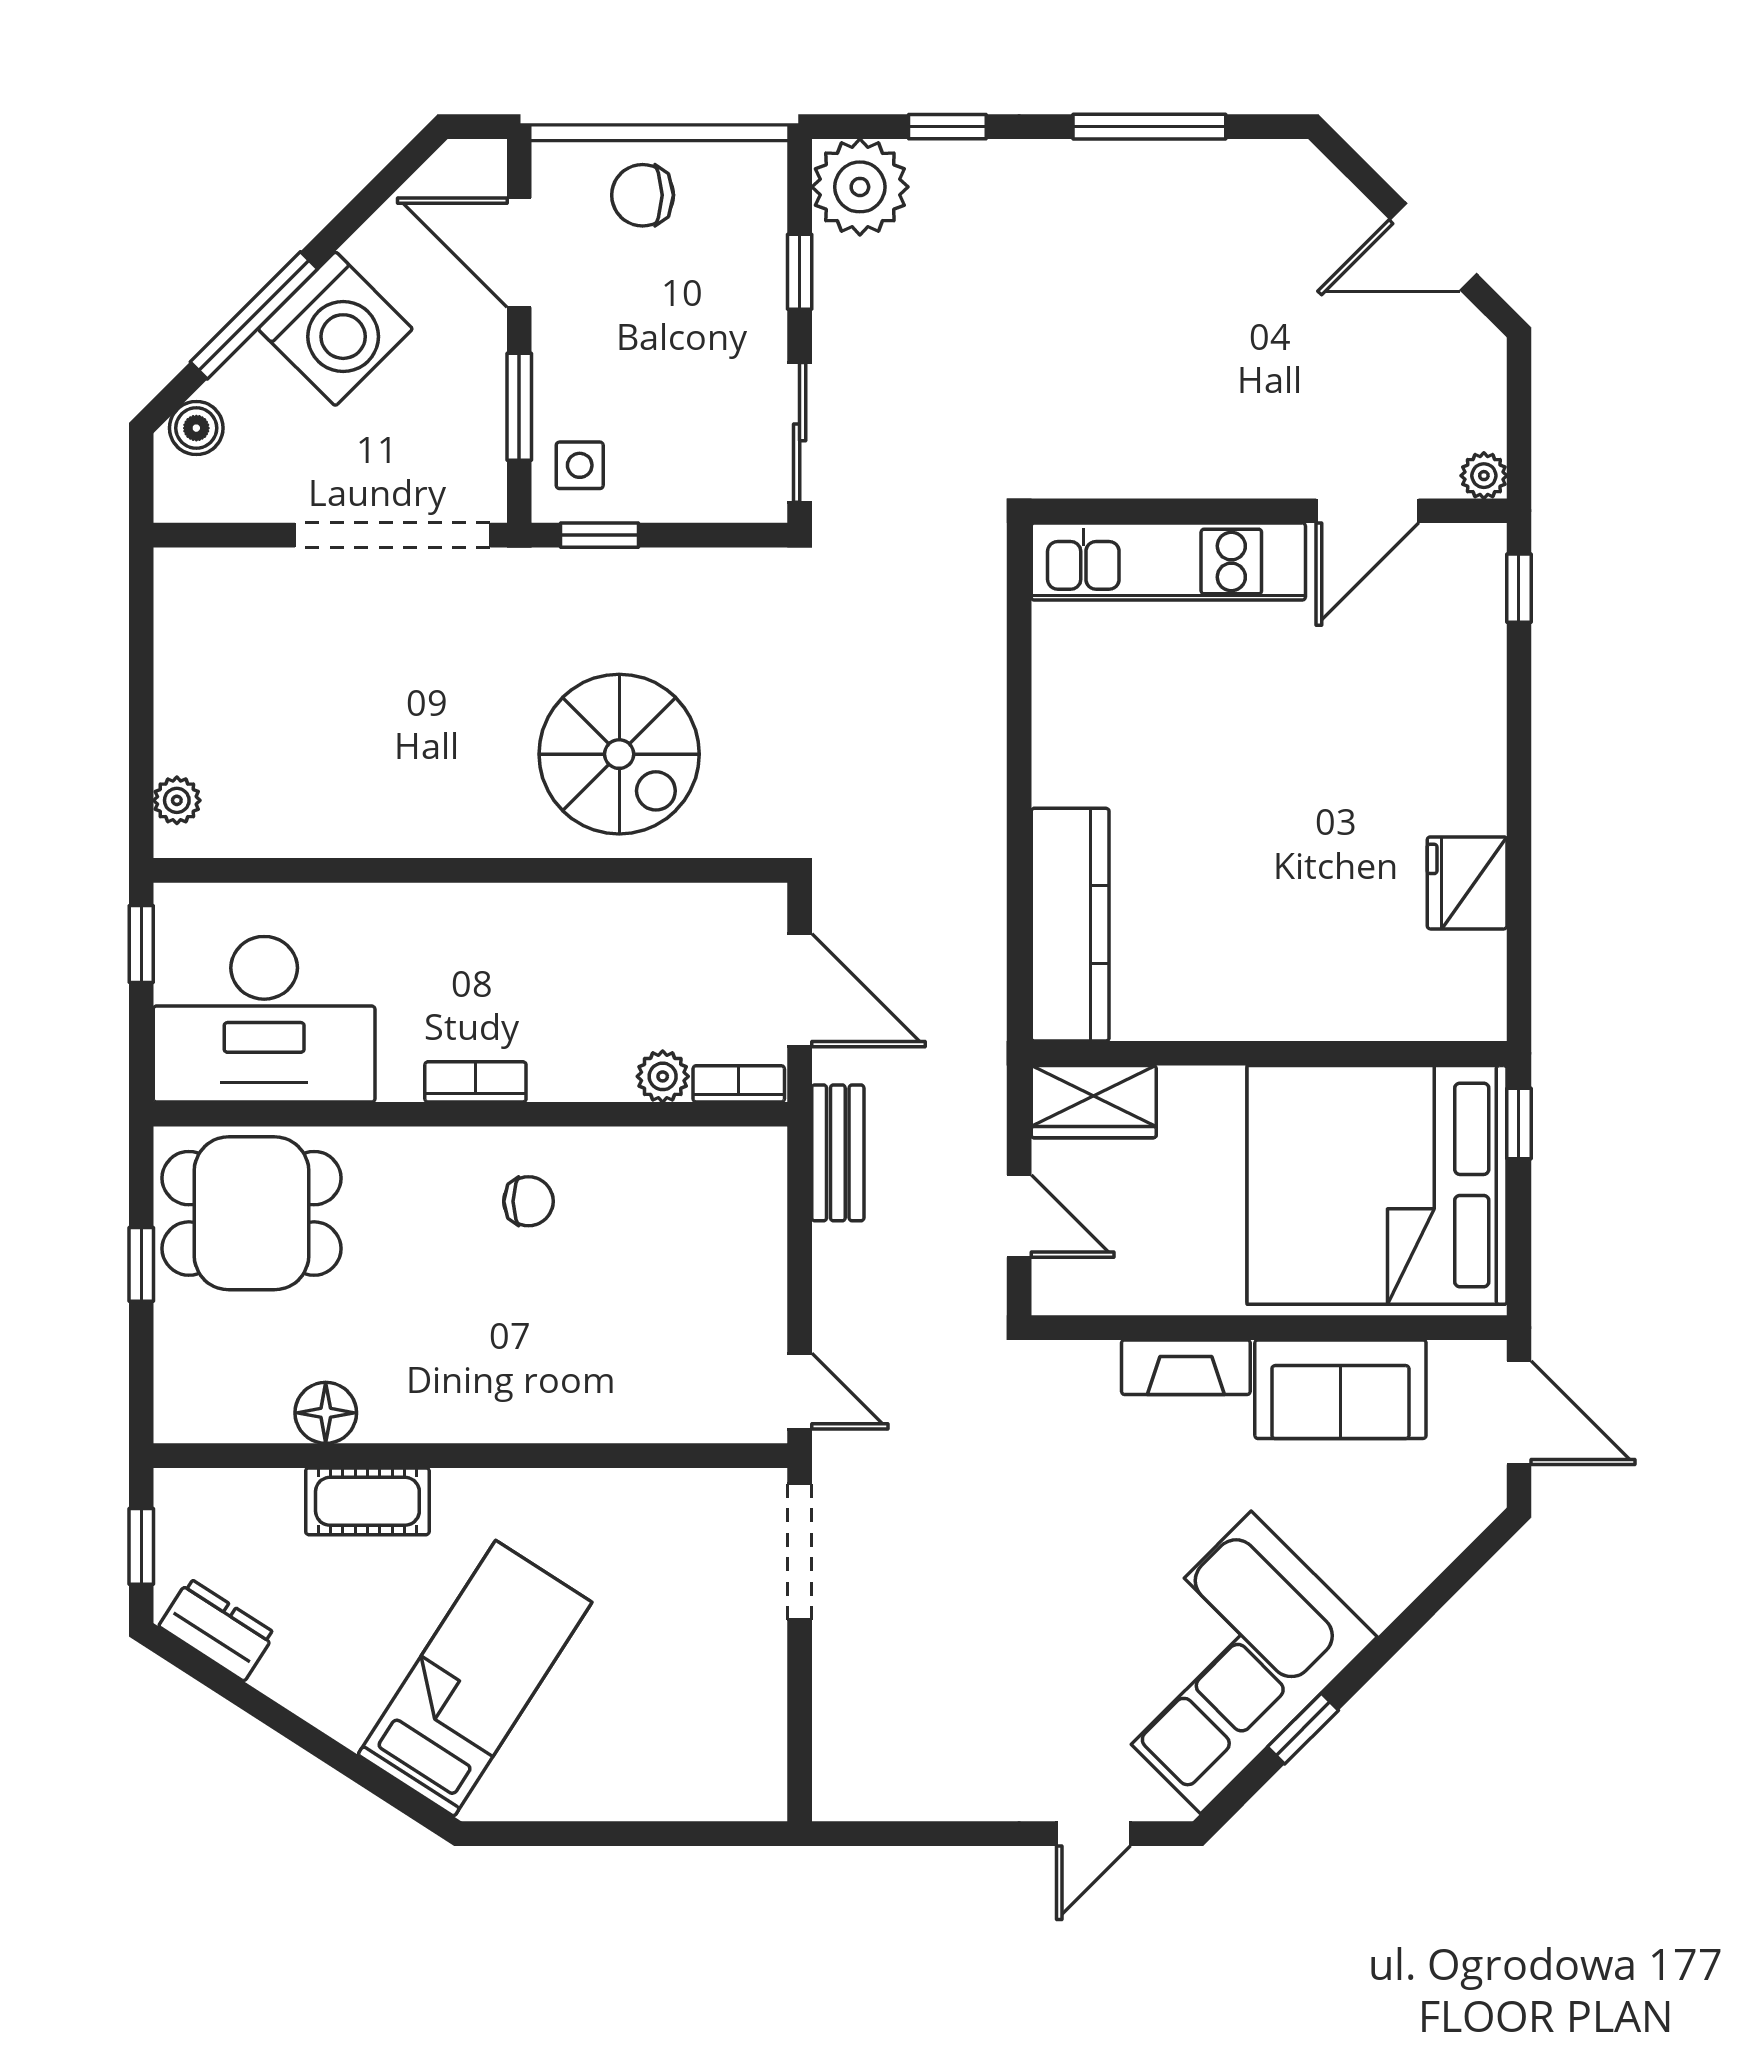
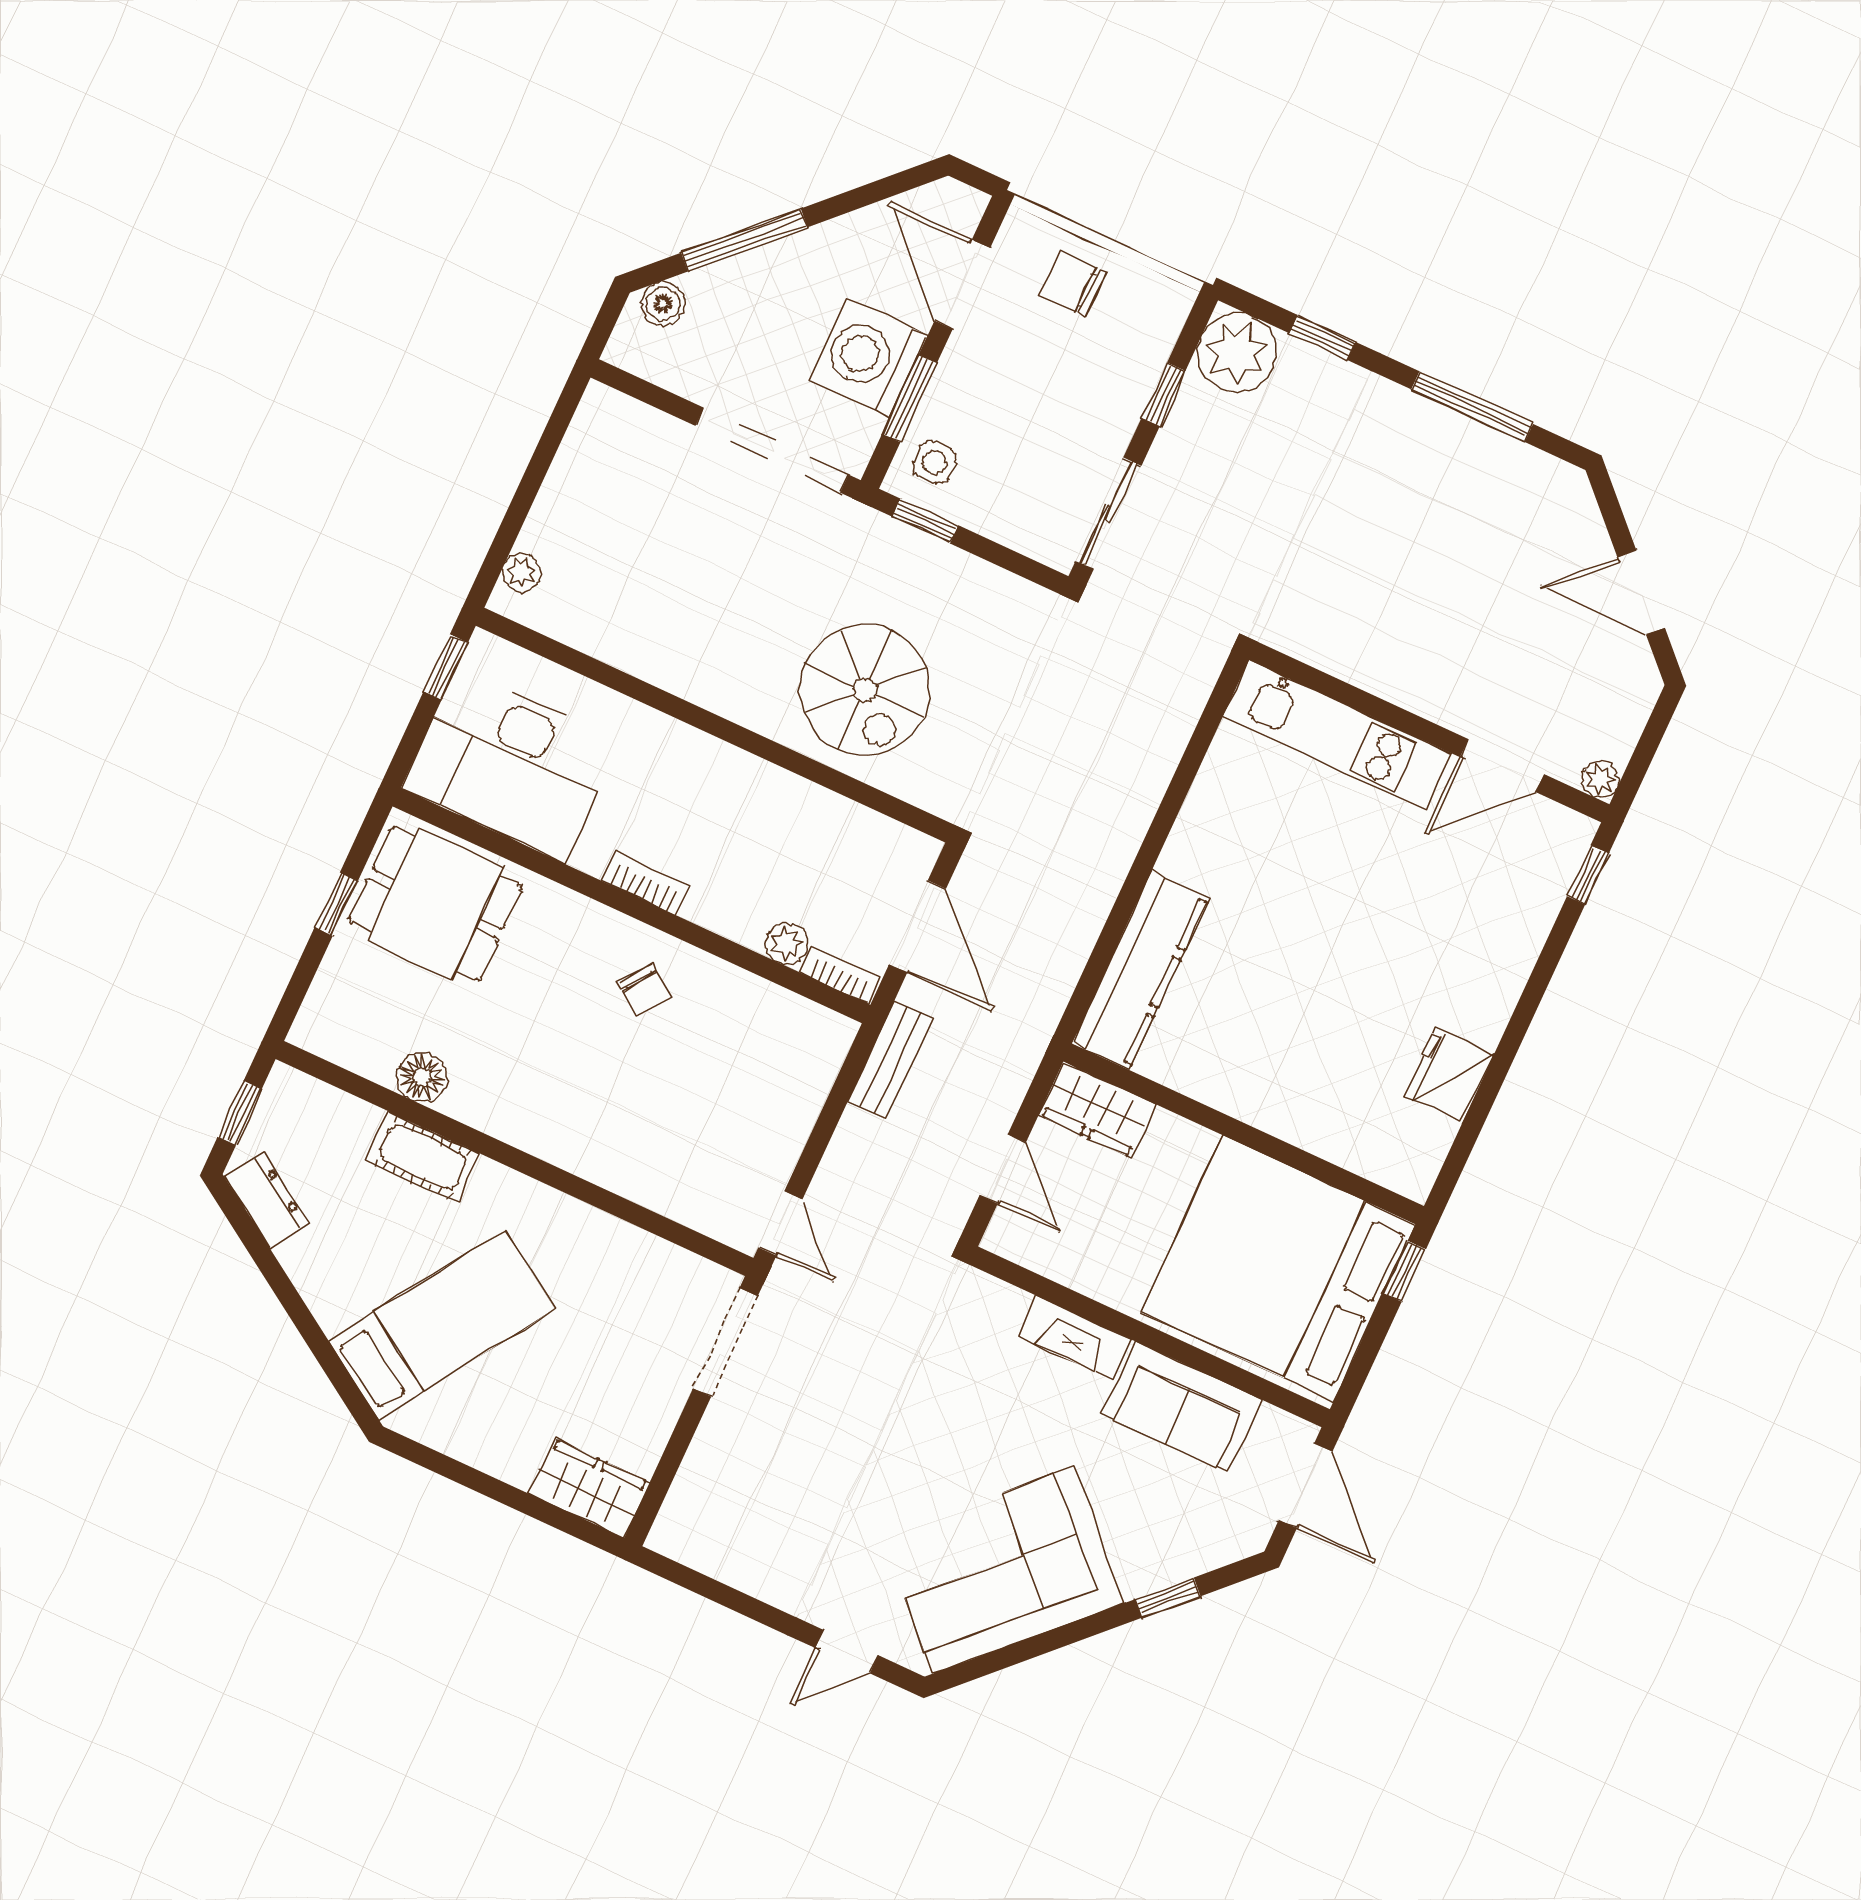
washing machine: (335, 329) -> (868, 357), moved, turned 135
chair: (528, 1201) -> (645, 990), turned 35
window: (1303, 1729) -> (1168, 1598), moved
wardrobe: (723, 1784) -> (589, 1488), added

